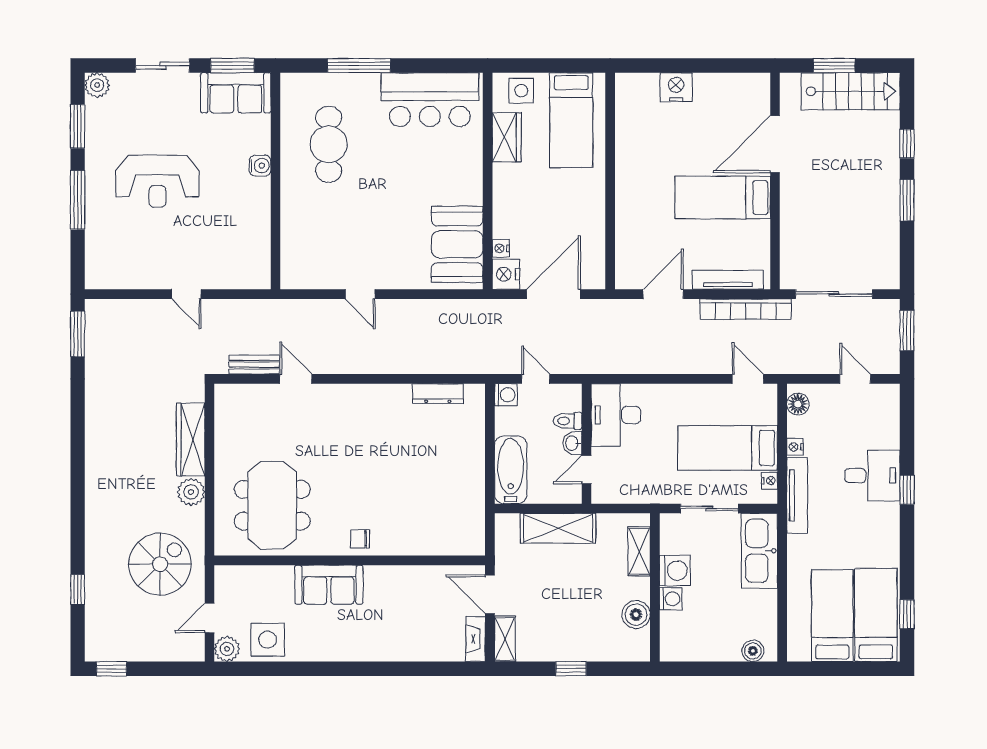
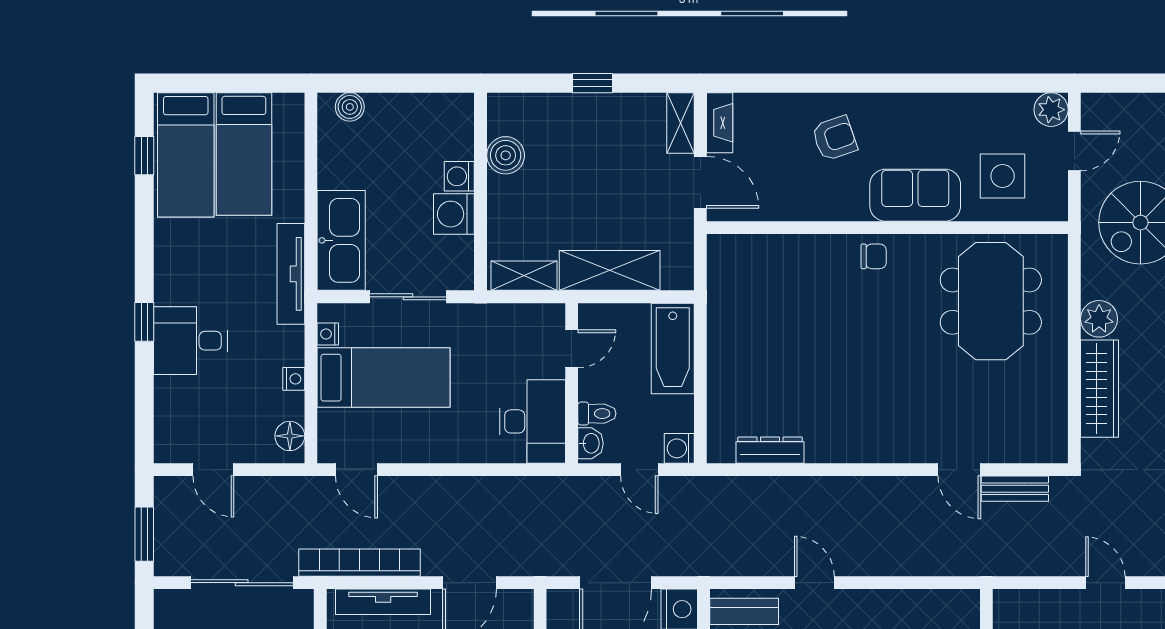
door: (360, 294) -> (814, 583), moved
washbasin: (572, 443) -> (590, 443), moved
tv unit: (797, 495) -> (291, 274), moved
shelving: (639, 551) -> (524, 276), moved, turned 90
armchair: (389, 627) -> (835, 138), added
side table: (268, 640) -> (1003, 176), moved

